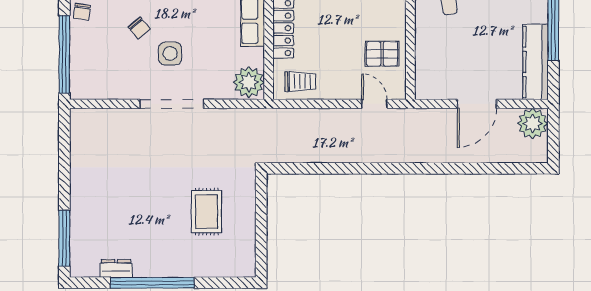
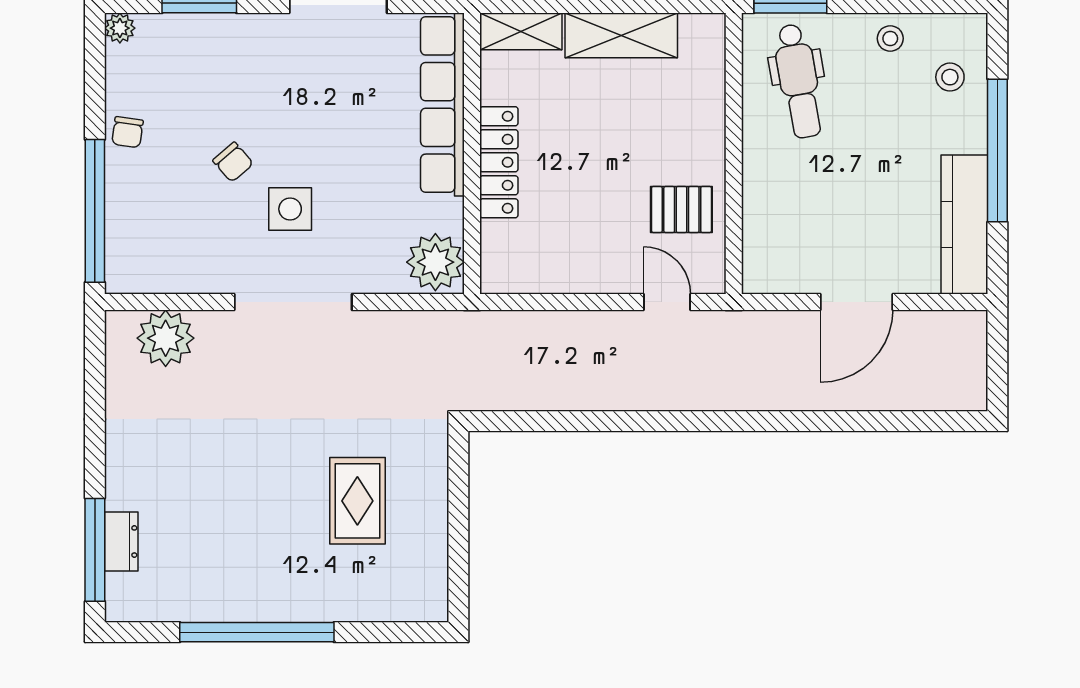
trolley: (300, 82) -> (531, 261), removed
plant: (533, 123) -> (166, 338), moved
dresser: (116, 268) -> (121, 541), moved, turned 90

